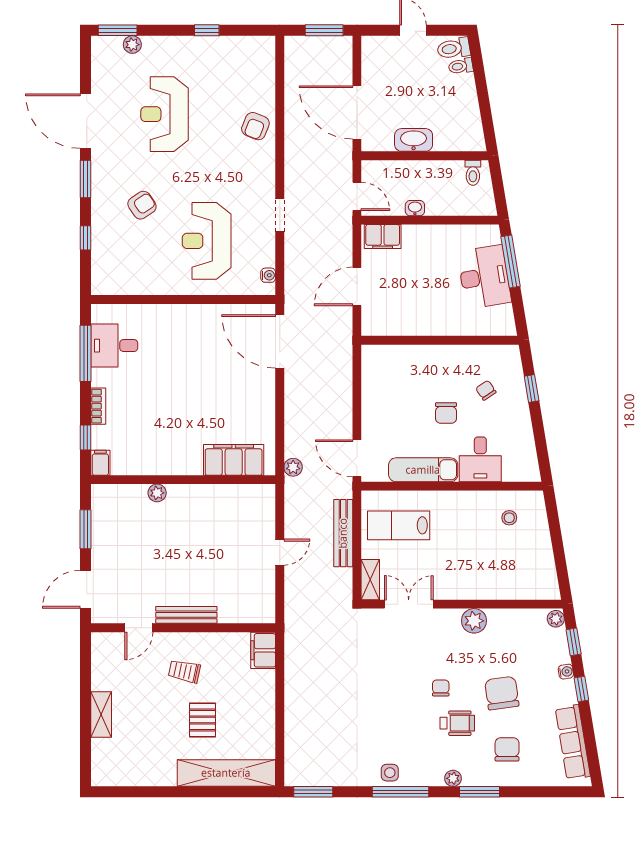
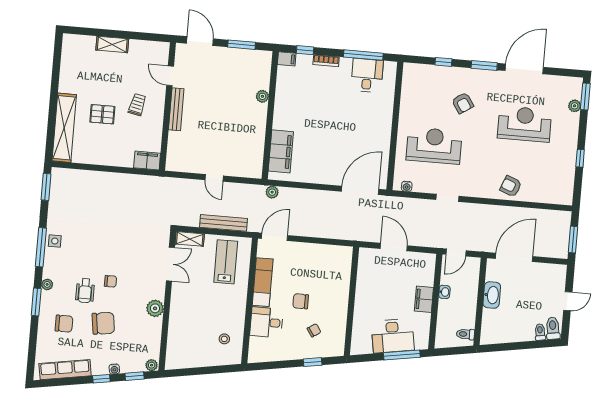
filing cabinet: (383, 237) -> (424, 299), moved

